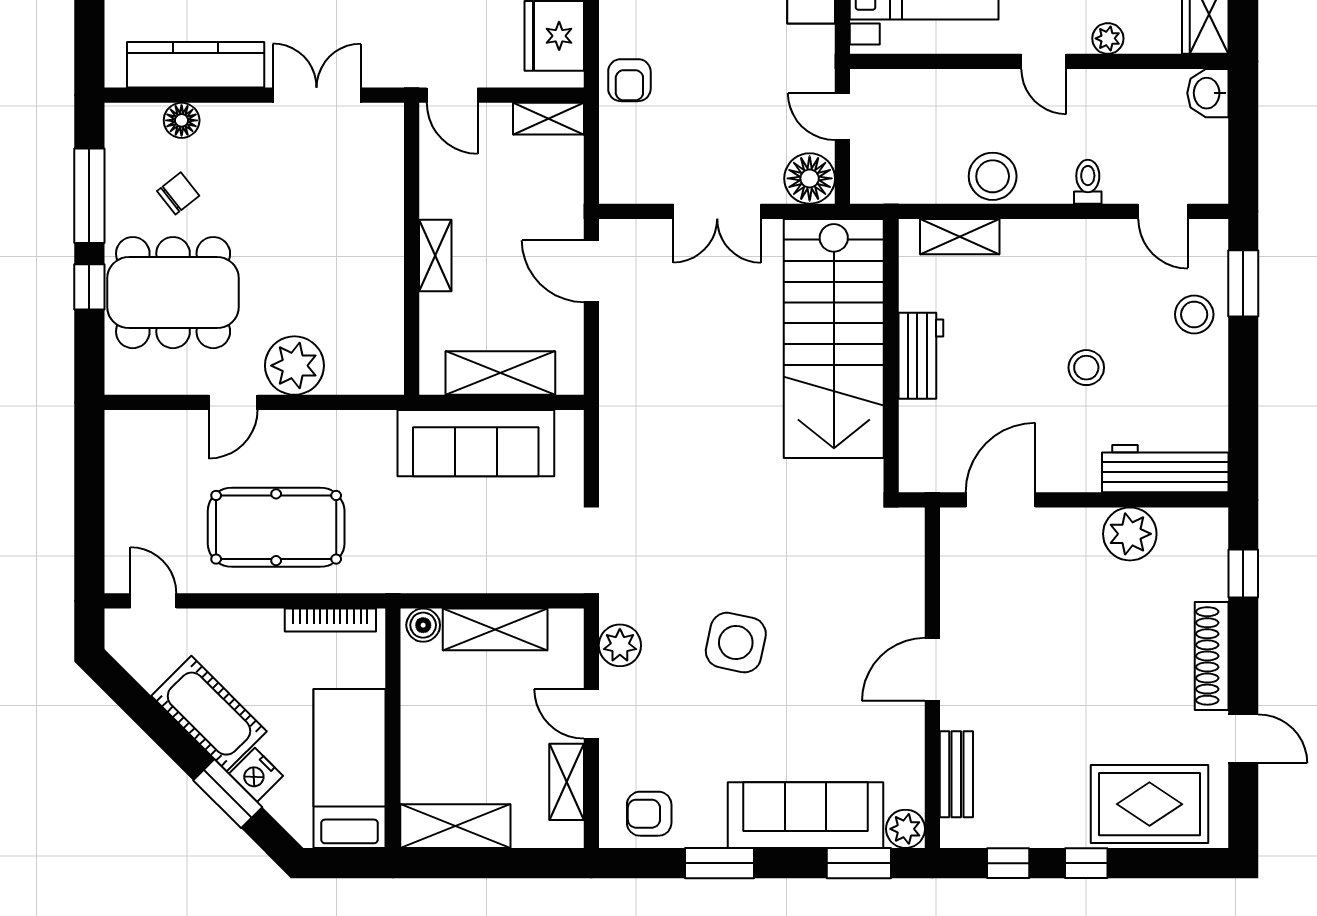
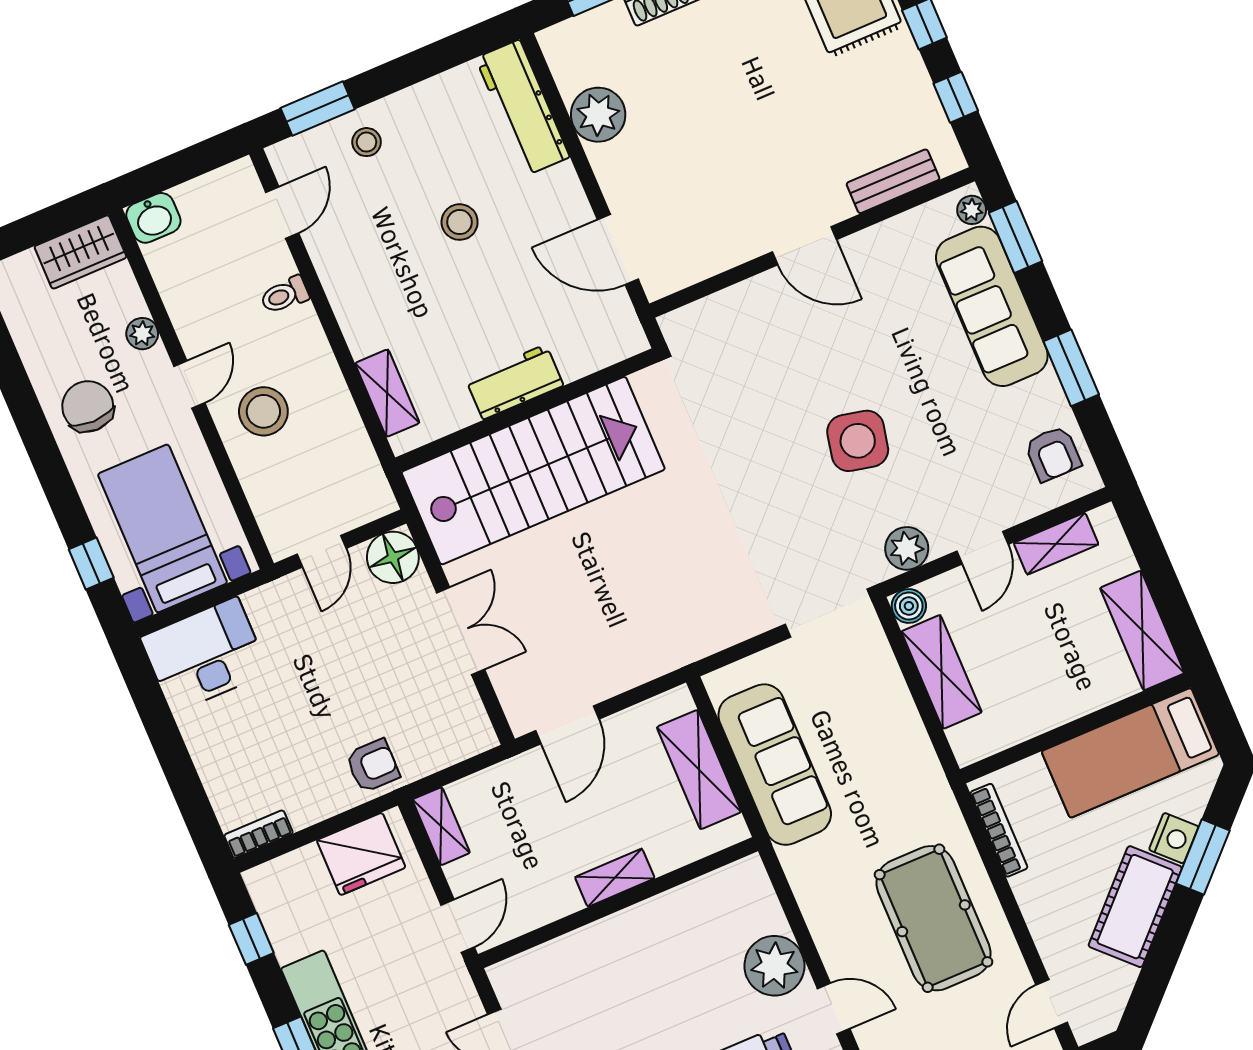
stool: (993, 176) -> (263, 411), moved
stool: (1194, 314) -> (367, 142), width x0.73, depth x0.73
boiler: (423, 625) -> (909, 606), moved
plant: (905, 829) -> (972, 210), width x0.73, depth x0.73

